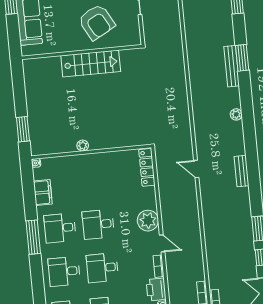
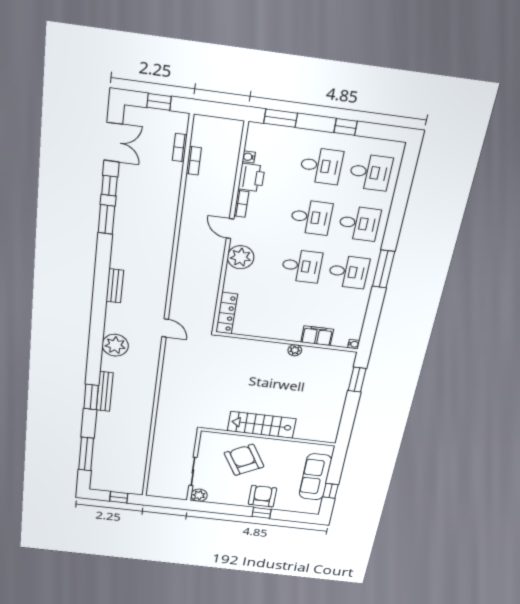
plant: (236, 114) -> (115, 345), width x1.87, depth x1.87
door: (196, 169) -> (165, 328), moved
filing cabinet: (43, 193) -> (317, 336), moved, turned 90

